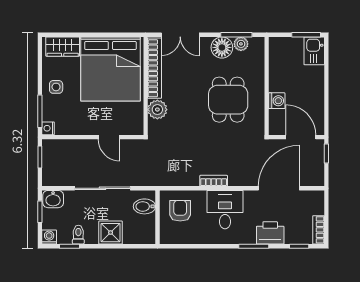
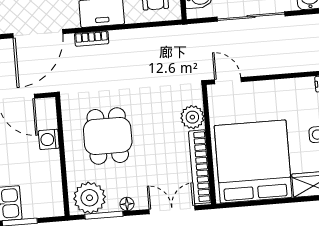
plant: (241, 44) -> (90, 198), width x1.87, depth x1.87
floor lamp: (222, 47) -> (127, 204), width x0.53, depth x0.53
door: (109, 137) -> (228, 81), moved
bookcase: (214, 181) -> (92, 39), moved

